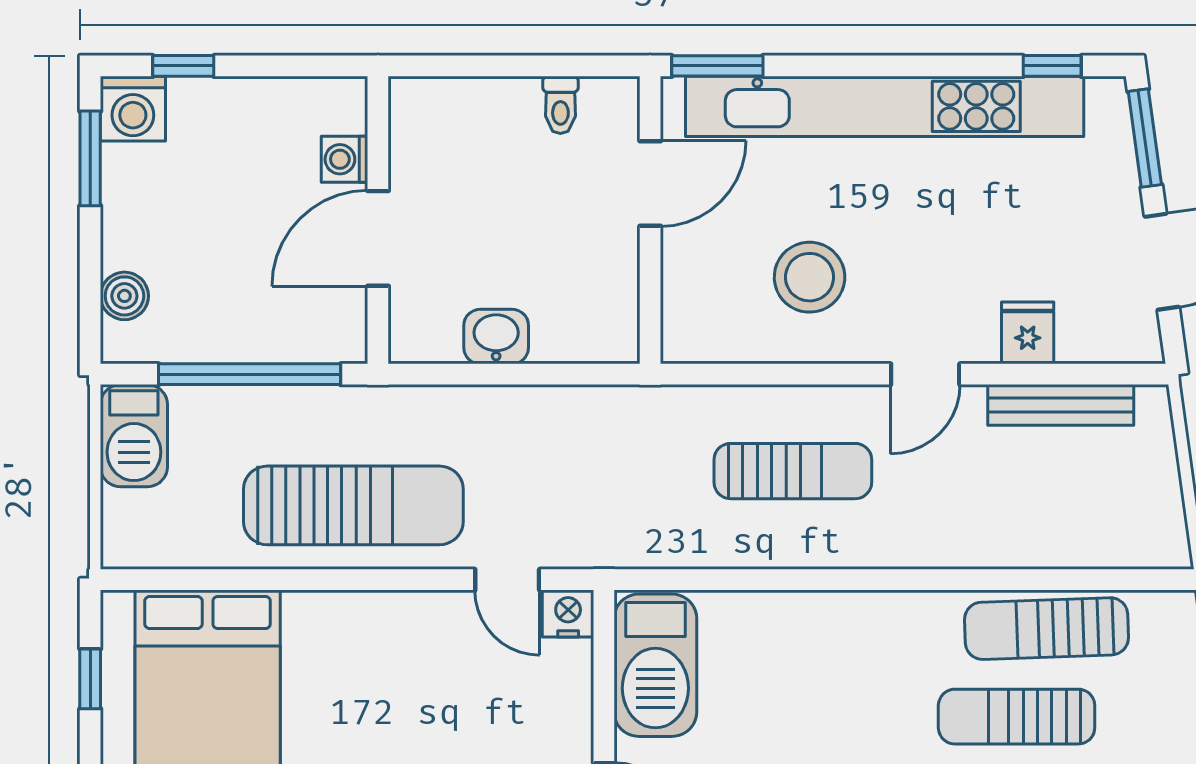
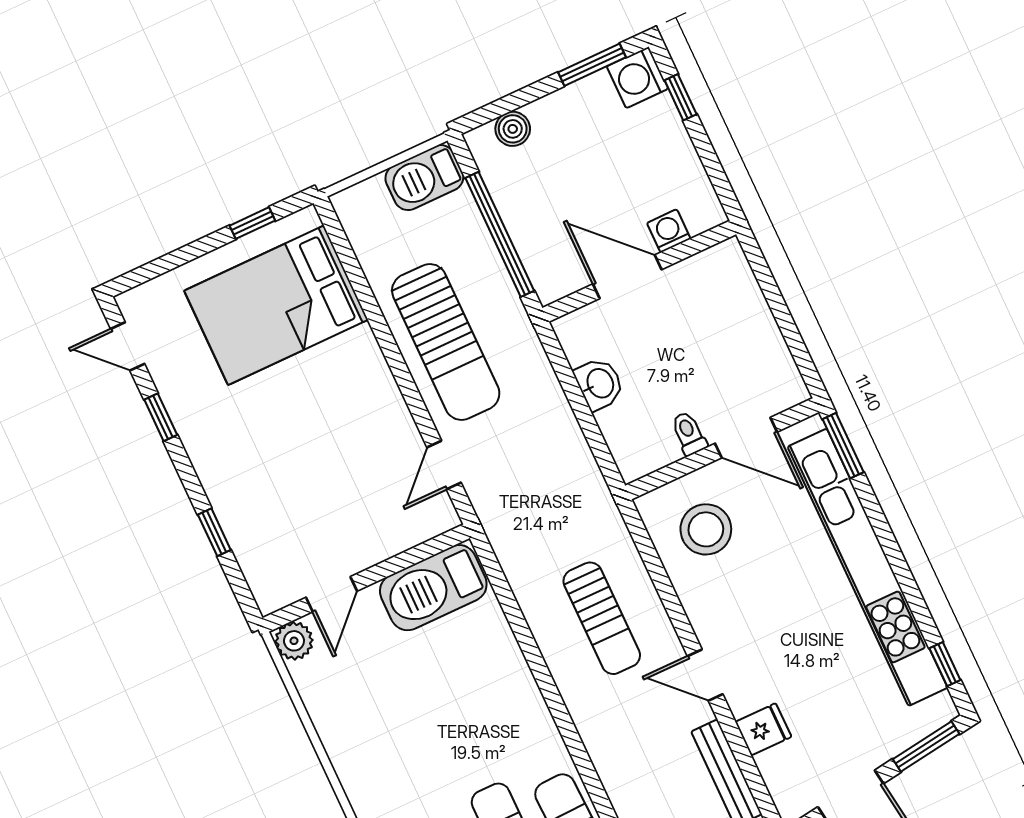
toilet: (560, 105) -> (689, 433), moved, turned 90
stool: (810, 277) -> (706, 529), moved
nightstand: (568, 614) -> (440, 515), removed

